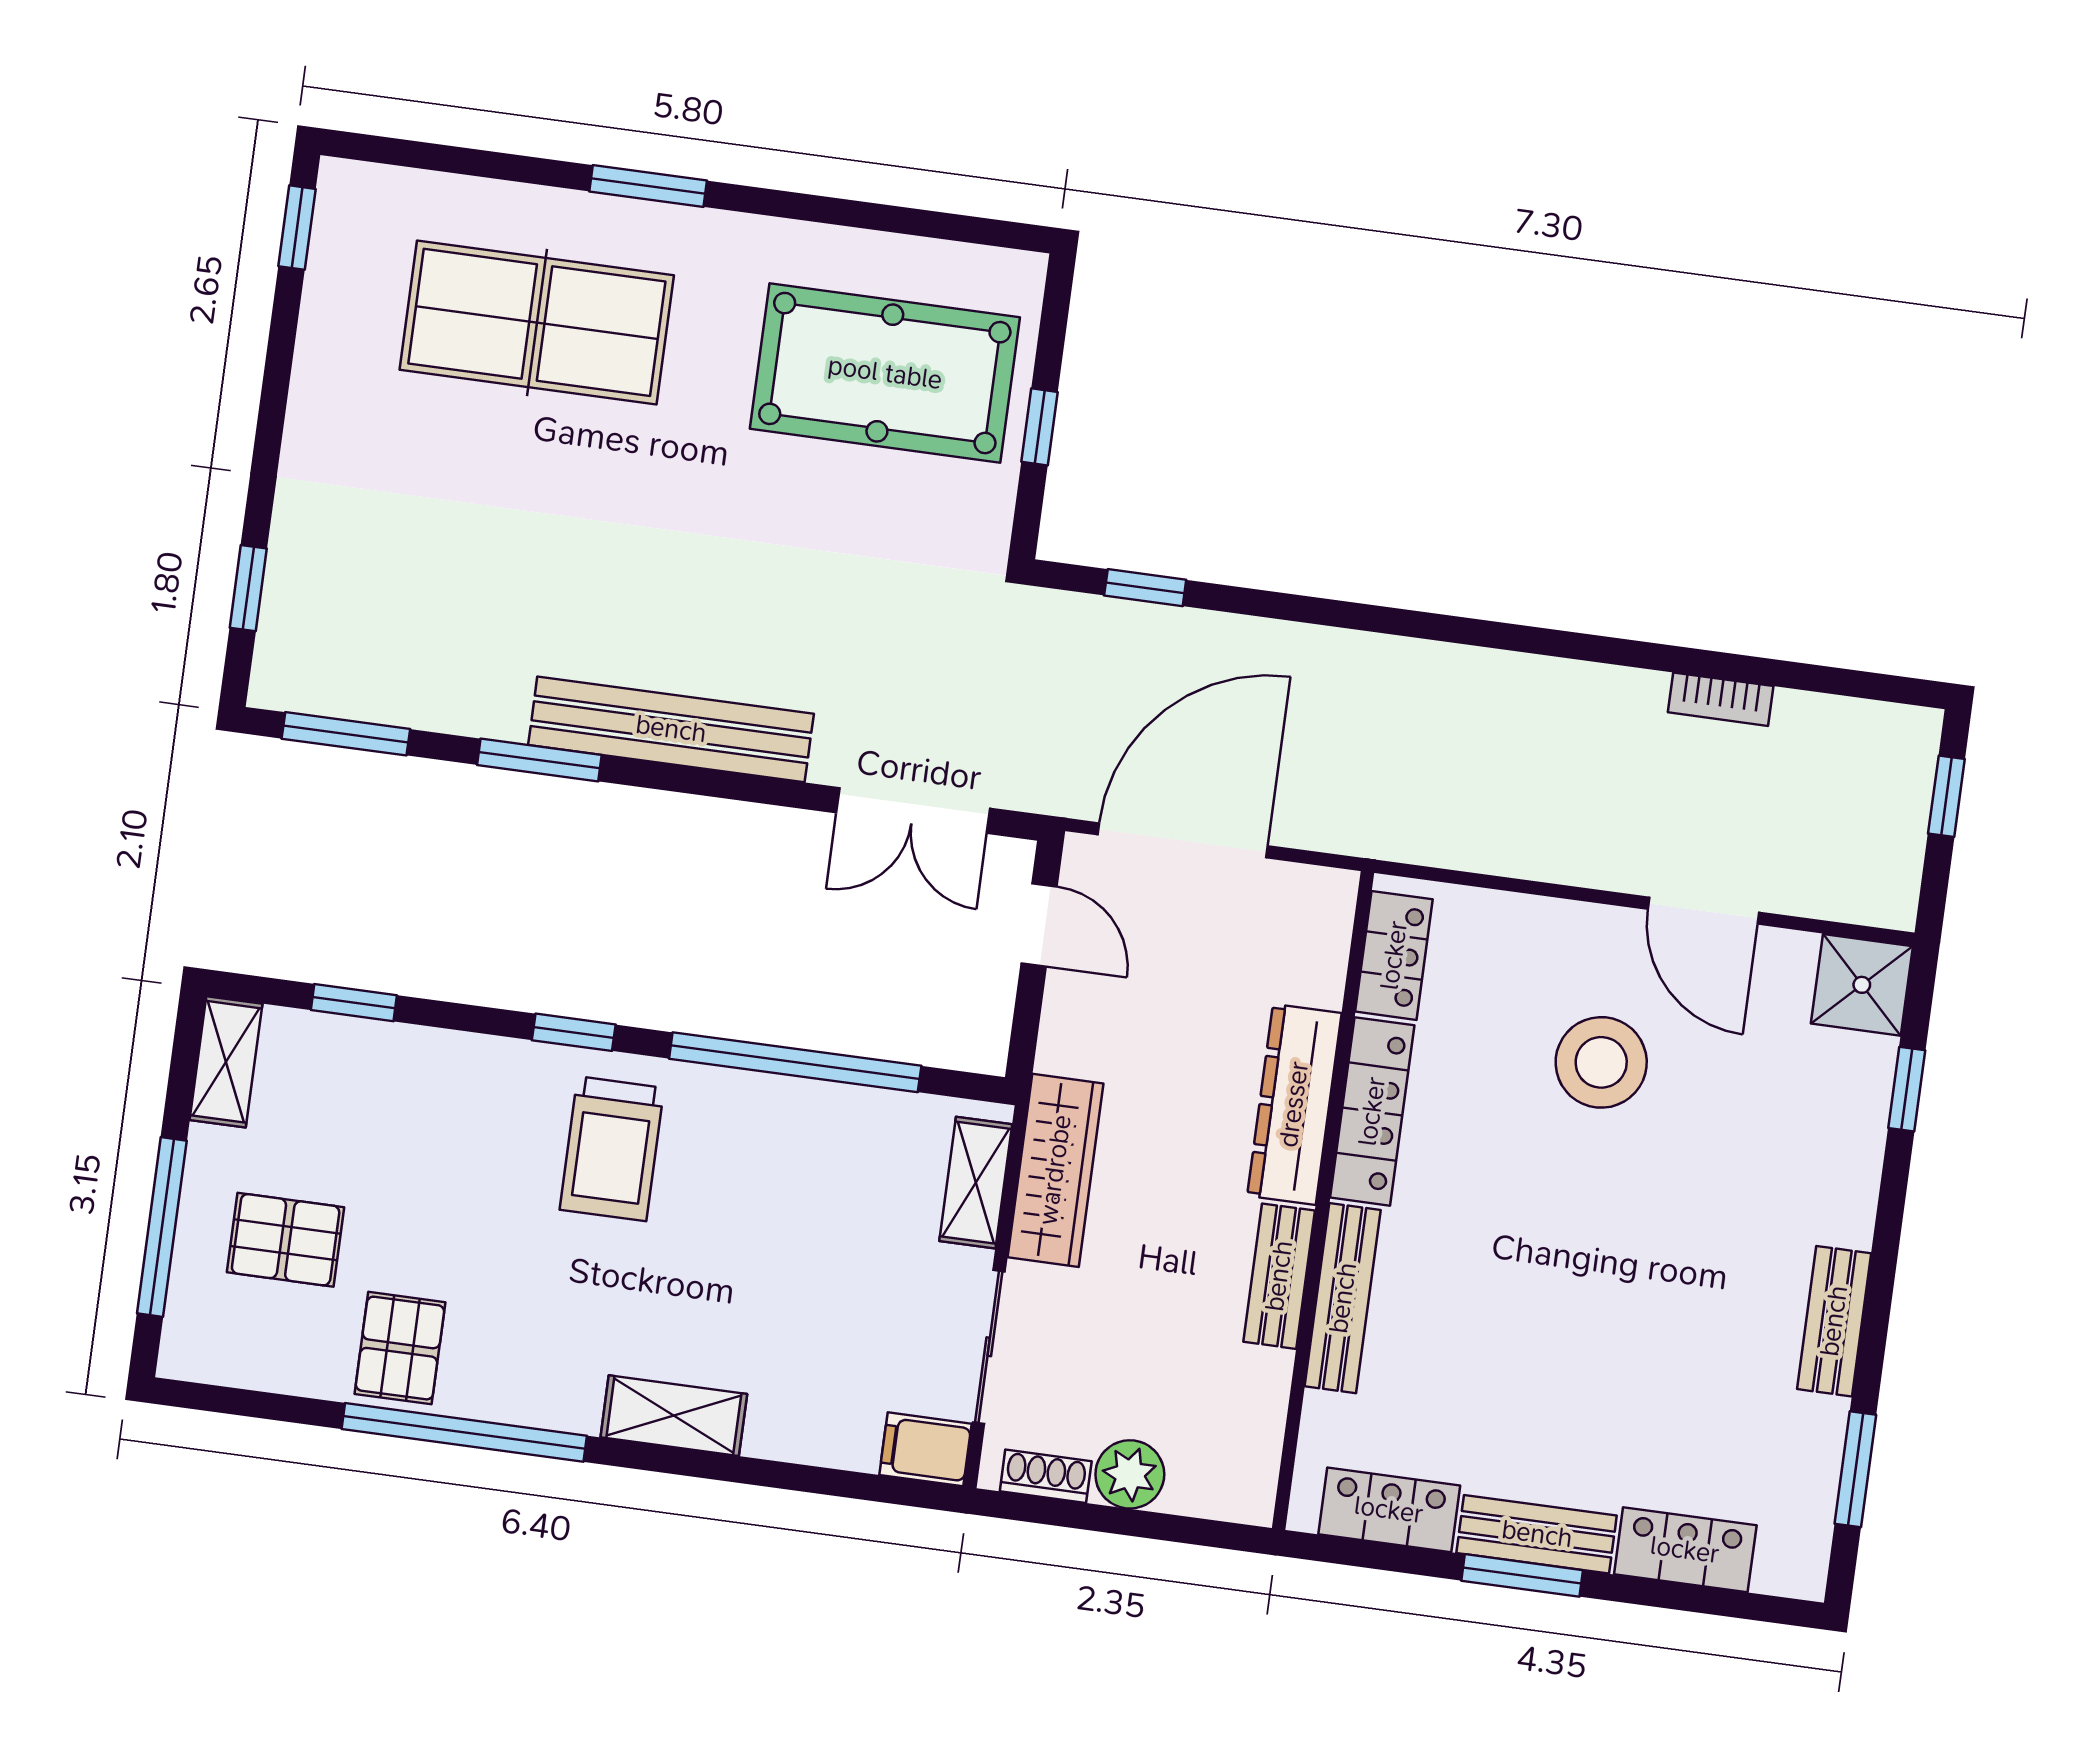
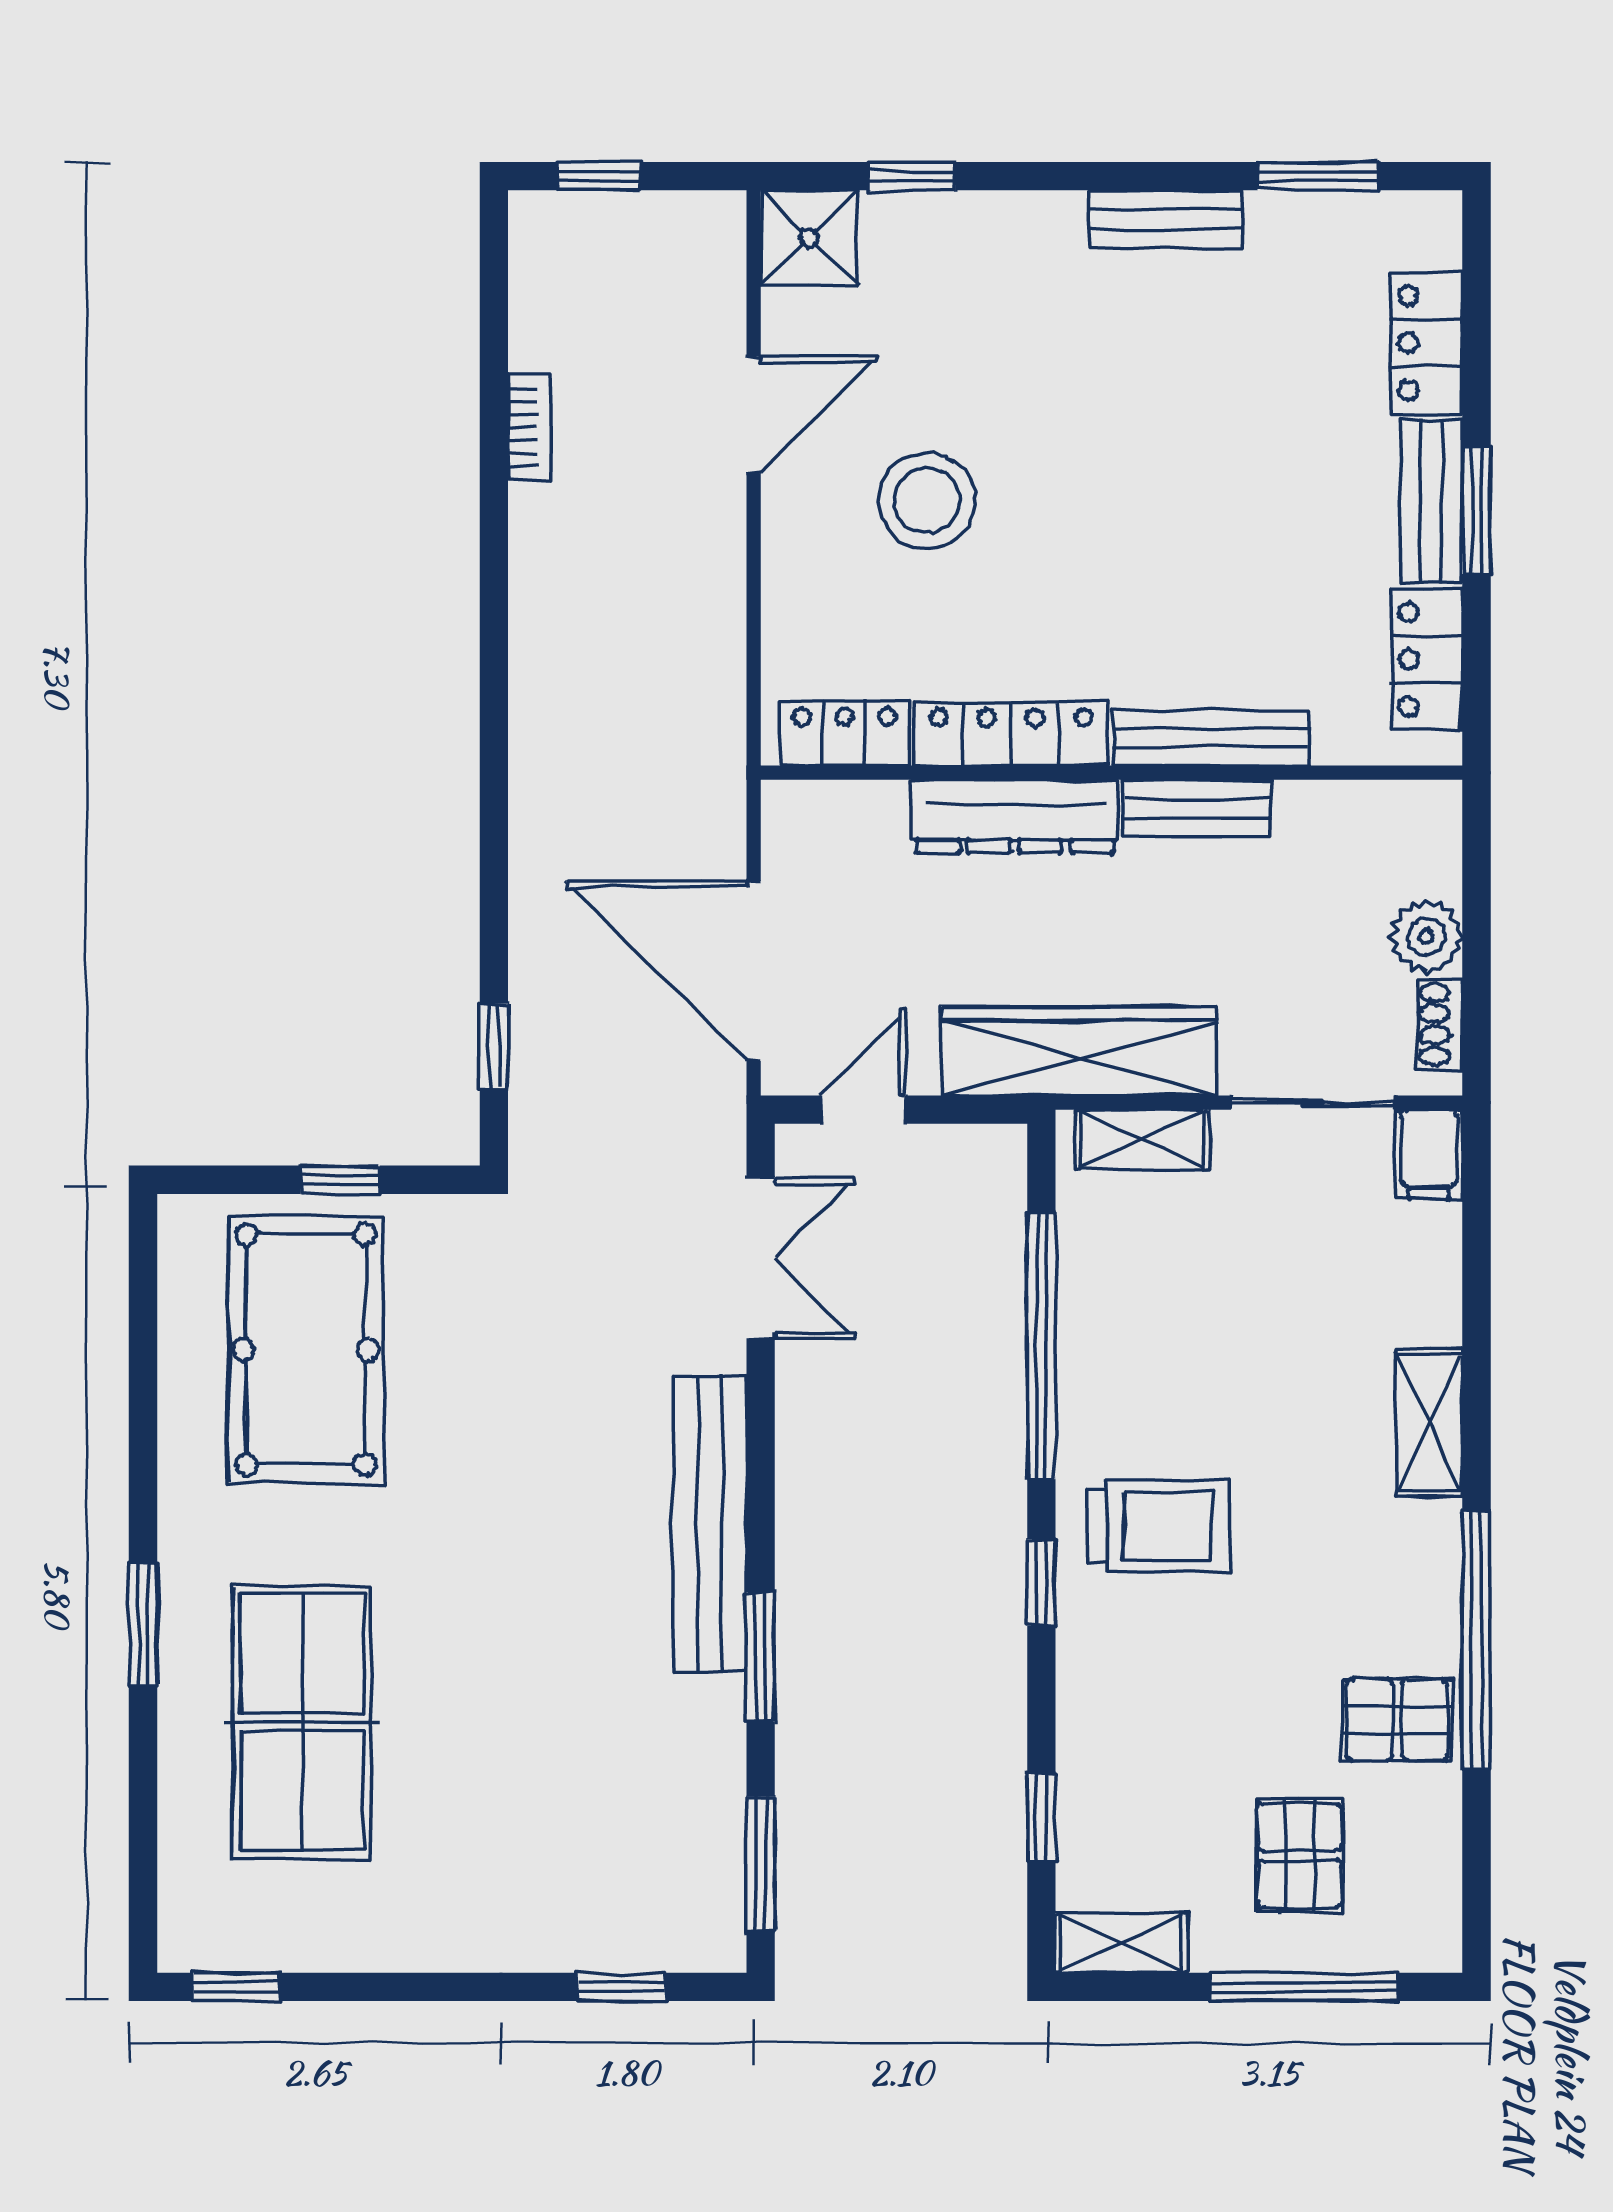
wardrobe: (1055, 1170) -> (1079, 1051), width x1.40, depth x1.17

